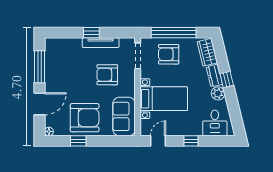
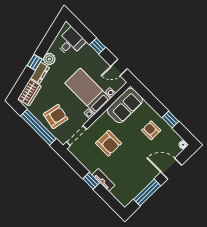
tv unit: (101, 43) -> (103, 180), moved, width x0.71
armchair: (169, 54) -> (56, 116), turned -79
armchair: (85, 118) -> (151, 130), width x0.53, depth x0.53

